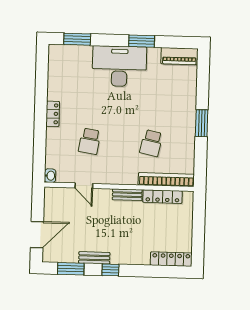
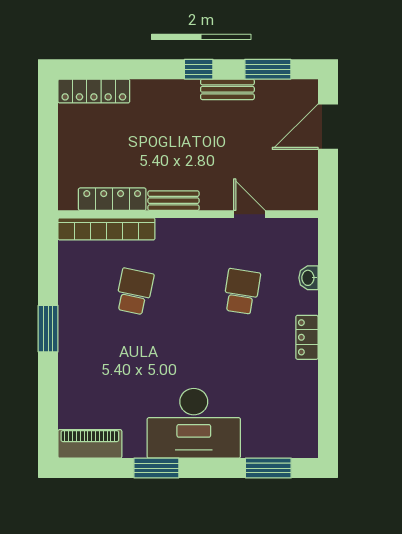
washbasin: (50, 176) -> (308, 278), moved

